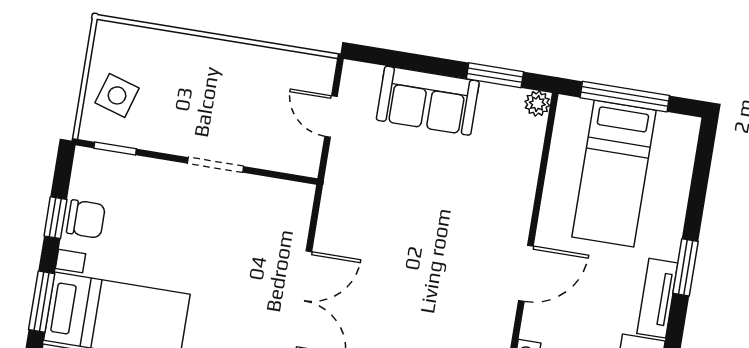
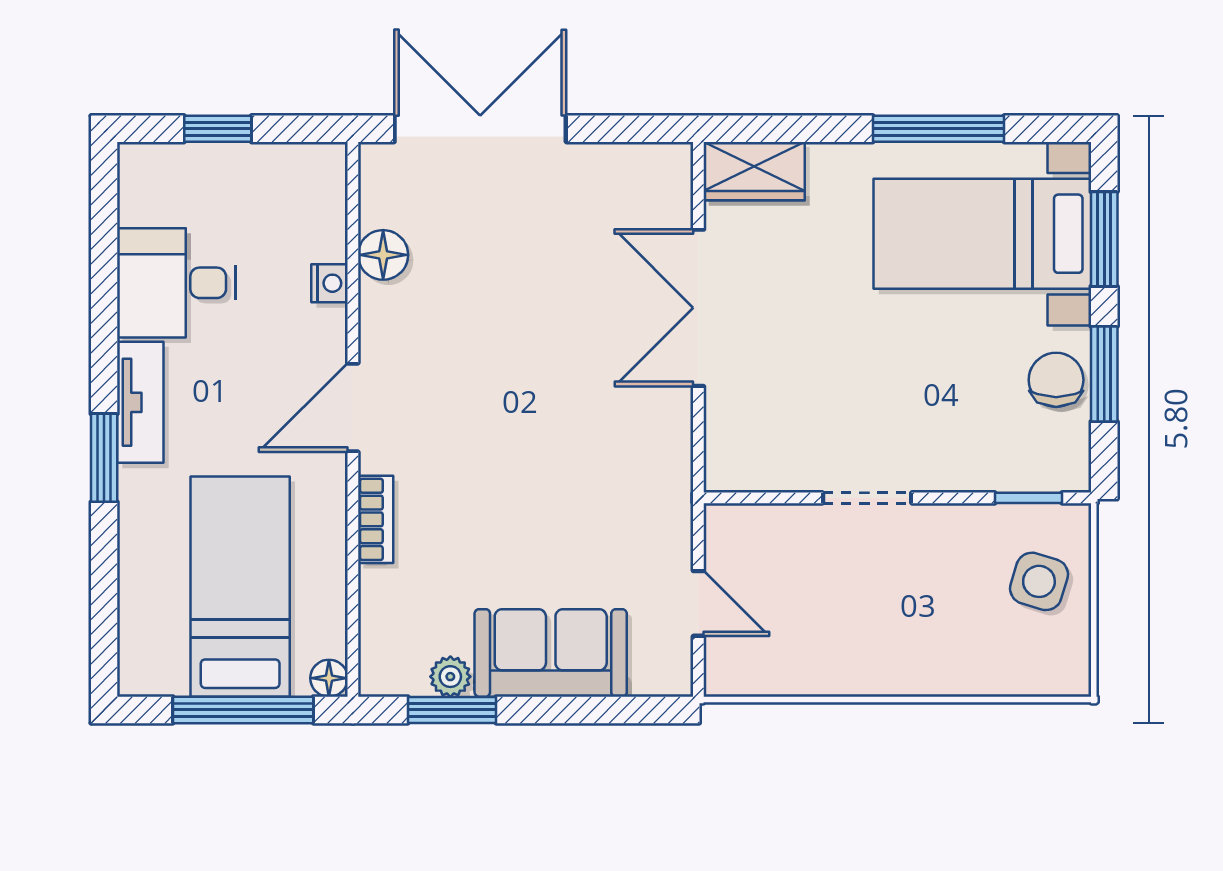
plant: (537, 104) -> (450, 677), moved
floor lamp: (568, 108) -> (329, 678), added
bookcase: (523, 201) -> (376, 519), added
window: (55, 218) -> (1104, 374), width x1.50
chair: (86, 219) -> (1056, 380), turned 90

